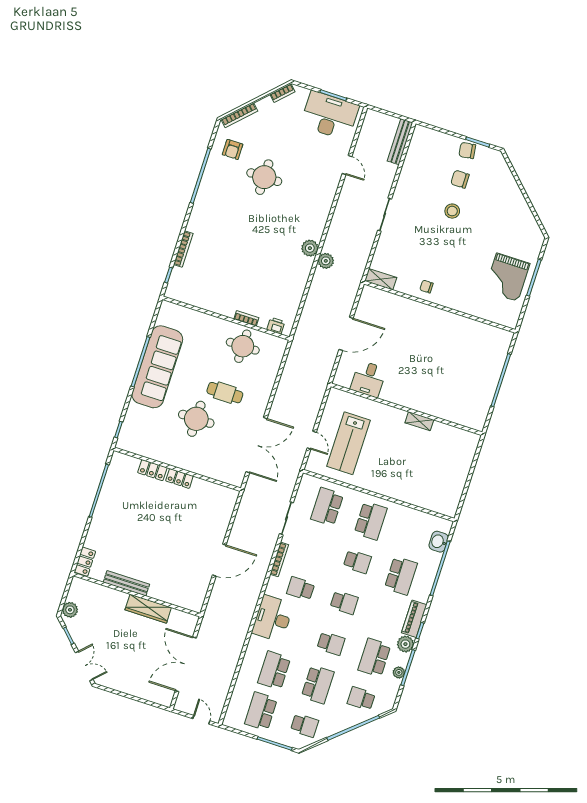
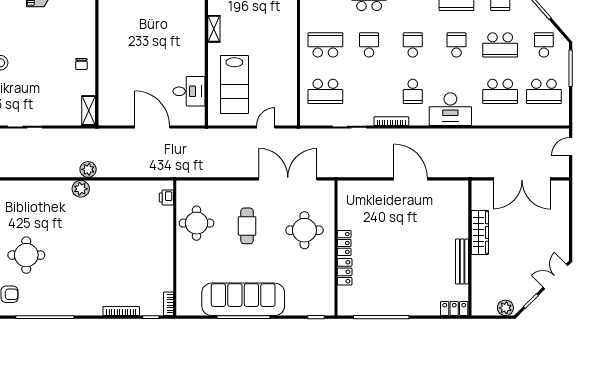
bookcase: (246, 318) -> (168, 304), moved
round table: (196, 419) -> (304, 230), moved
lab bench: (348, 443) -> (234, 84), moved, turned 90
school desk: (318, 684) -> (500, 45), turned 180

